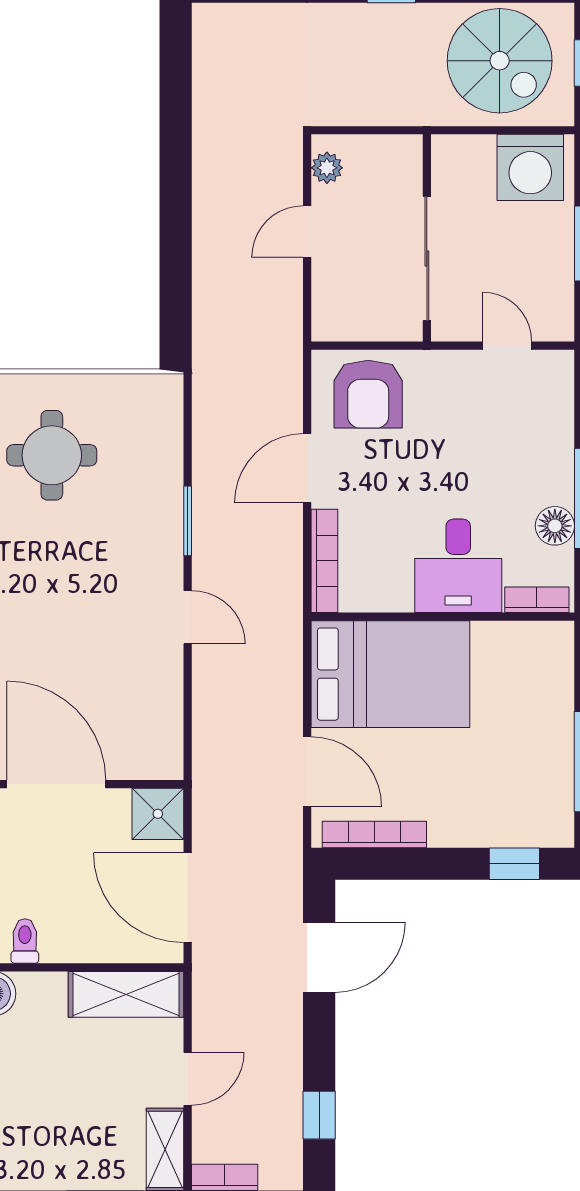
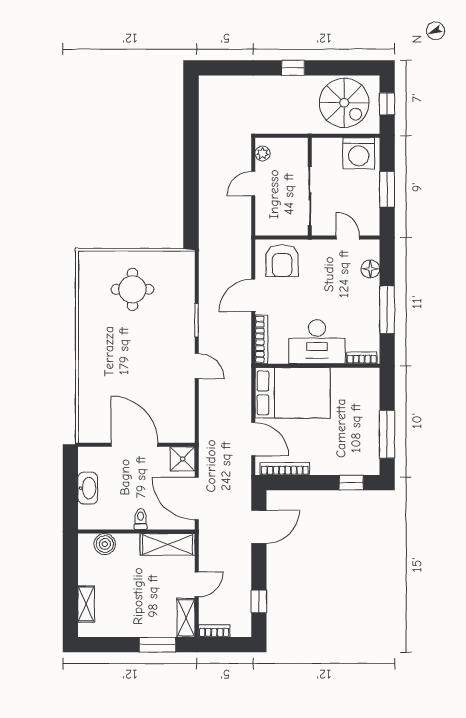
floor lamp: (555, 526) -> (370, 269), moved
desk: (458, 566) -> (317, 342), width x1.37
toilet: (25, 941) -> (141, 519), moved

